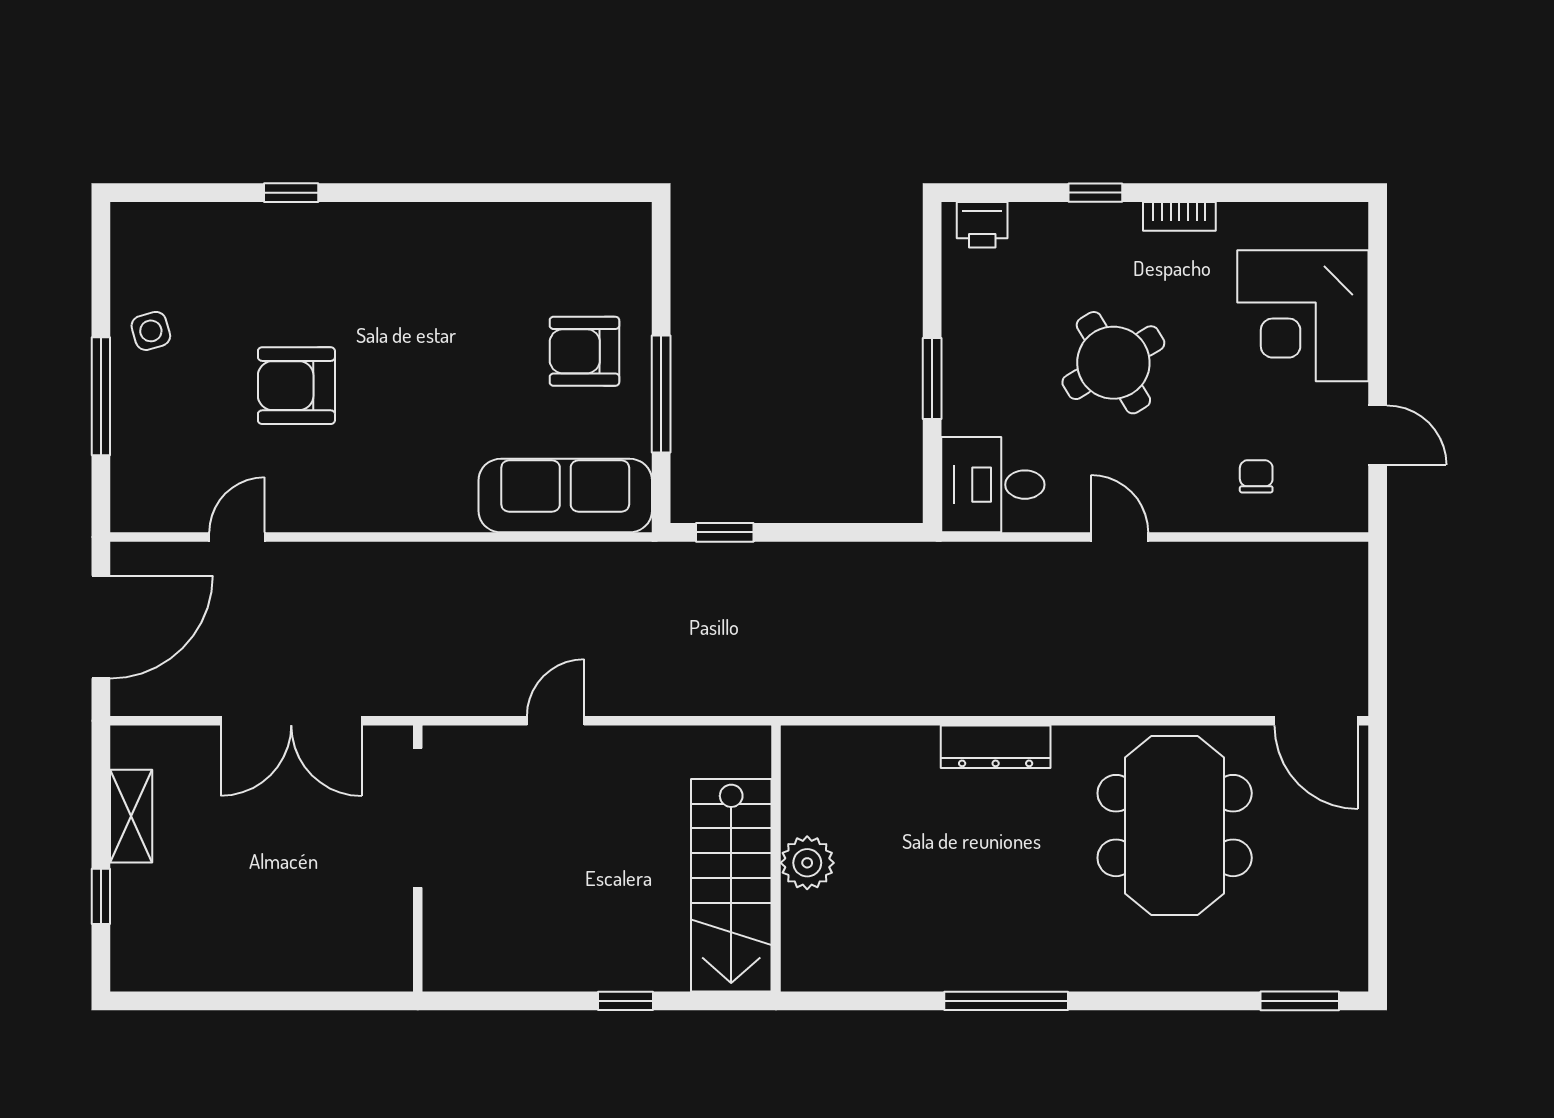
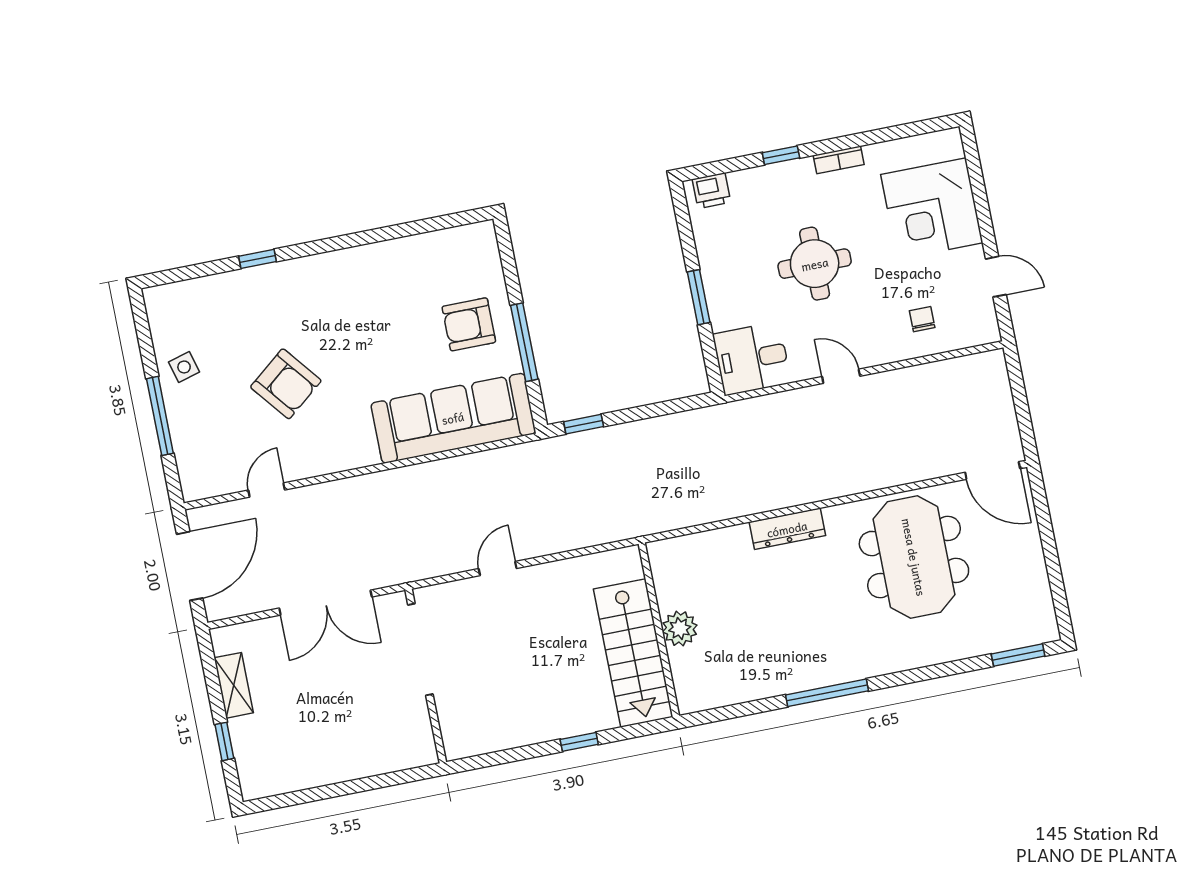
round table: (1113, 363) -> (815, 264), turned 31
armchair: (296, 386) -> (286, 384), turned -129
sofa: (565, 496) -> (453, 418), width x1.36, depth x1.27

